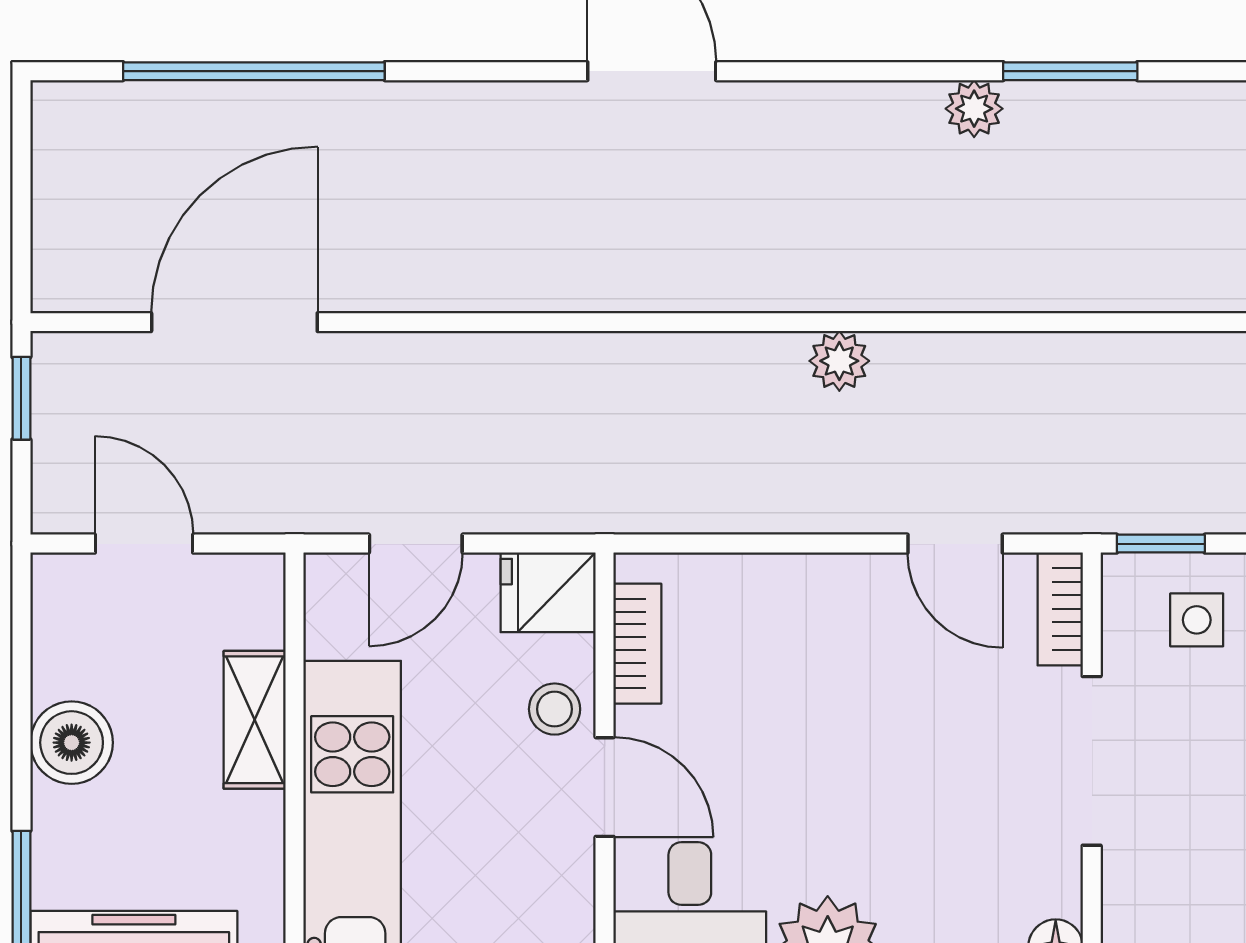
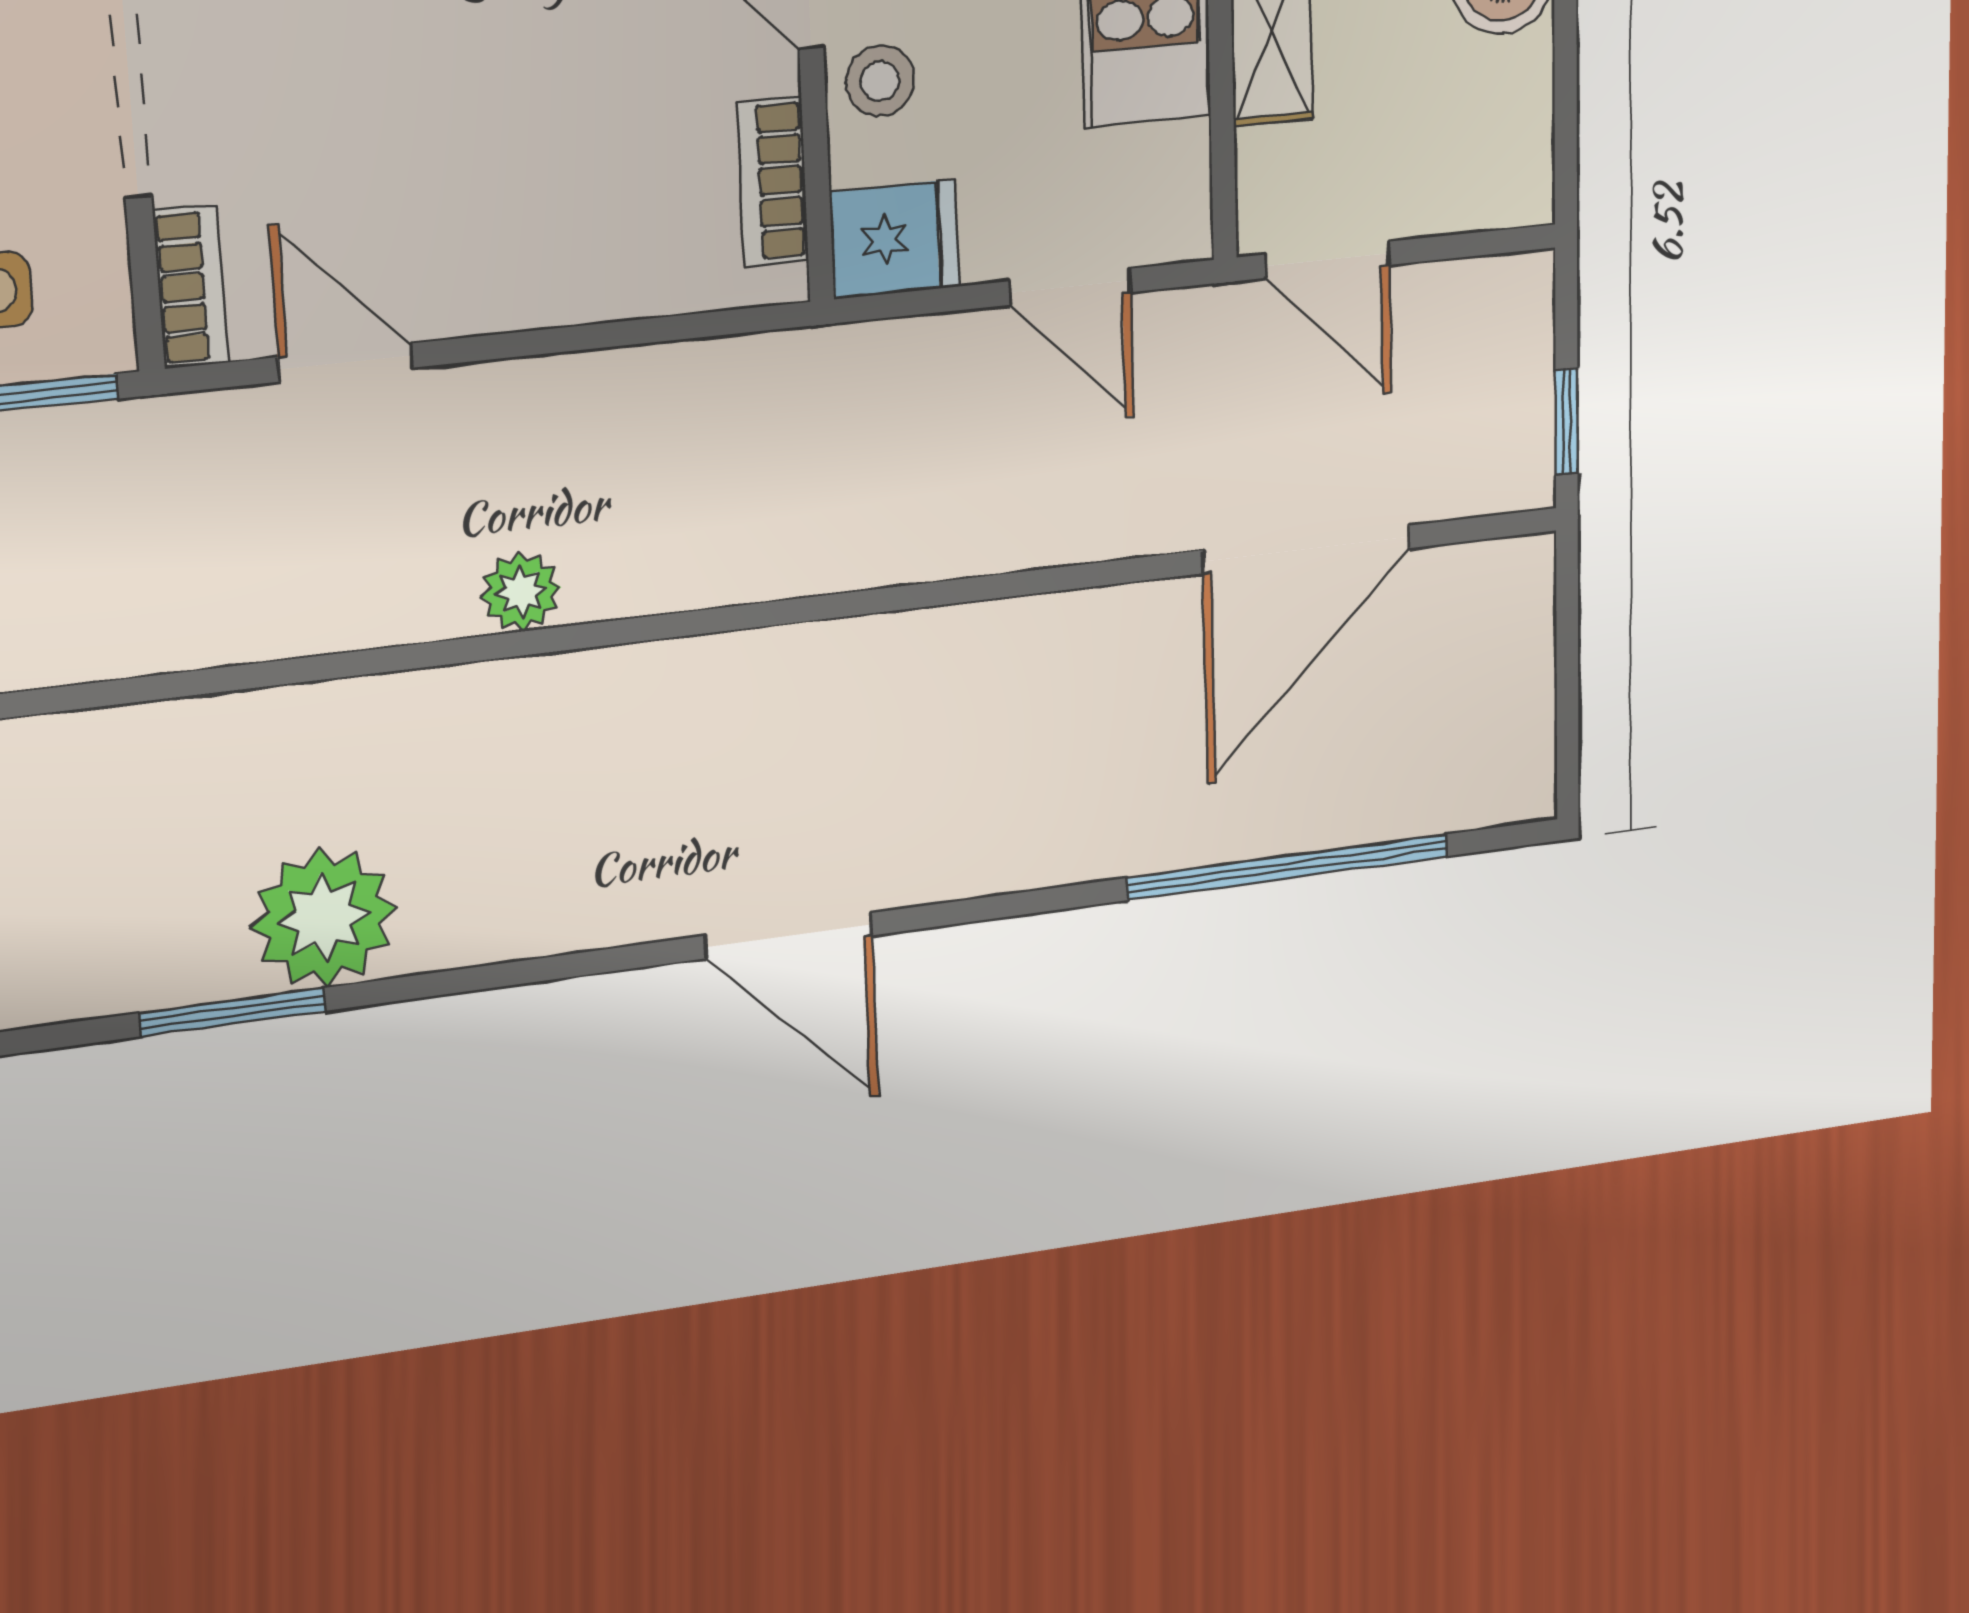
plant: (974, 109) -> (324, 918), width x1.87, depth x1.87
door: (144, 544) -> (1327, 260), moved
door: (416, 544) -> (1070, 287), swing flipped

